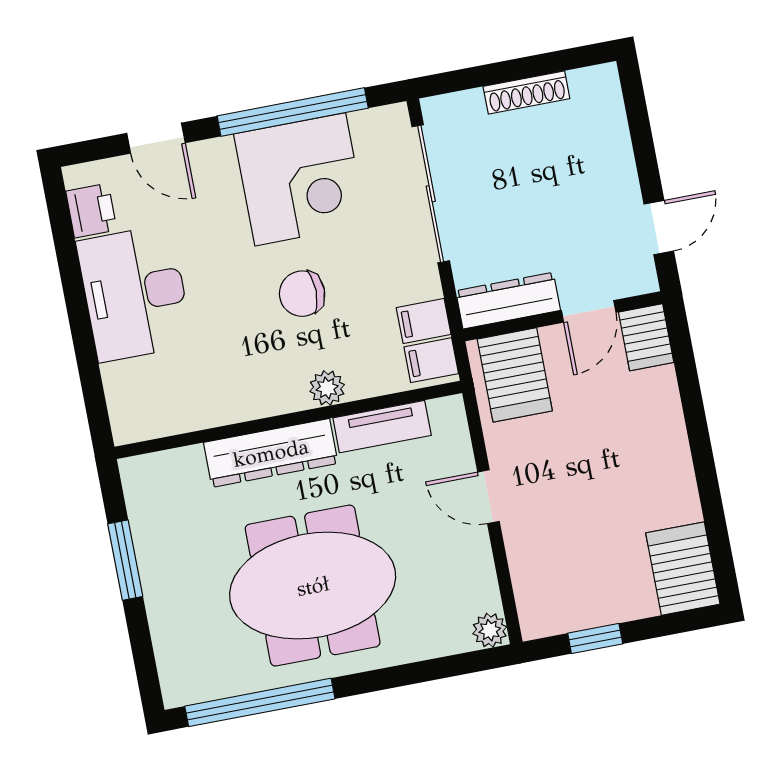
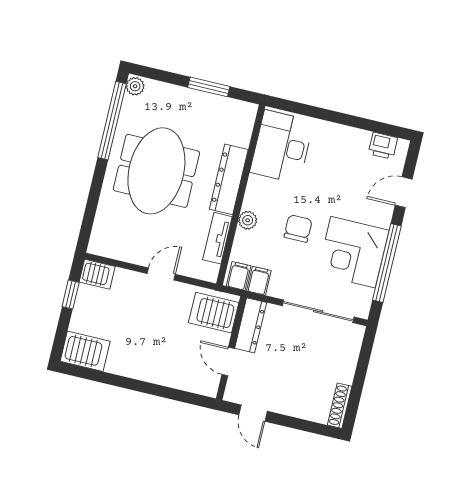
shoe rack: (526, 92) -> (340, 406), moved
desk: (135, 293) -> (282, 147), moved, turned -90
server rack: (646, 337) -> (97, 274), moved, turned 180
plant: (490, 630) -> (135, 86), moved

